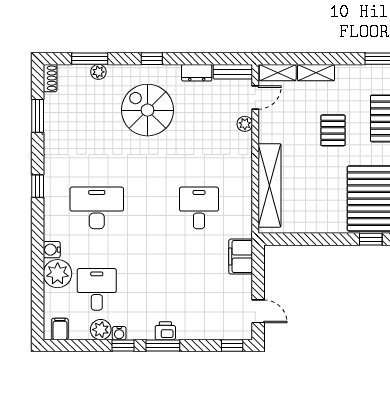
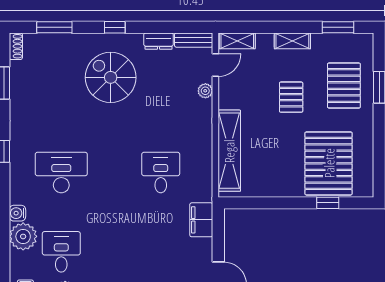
plant: (98, 72) -> (63, 40), removed
shelving: (316, 73) -> (292, 41), moved

